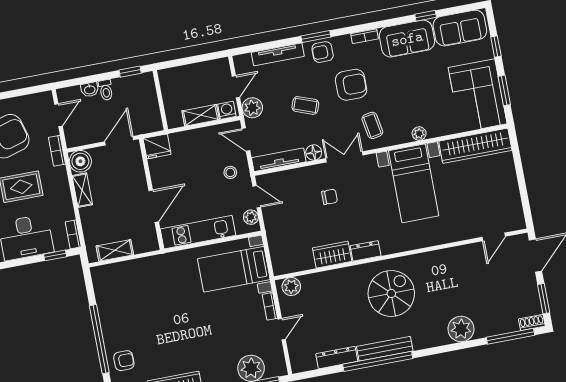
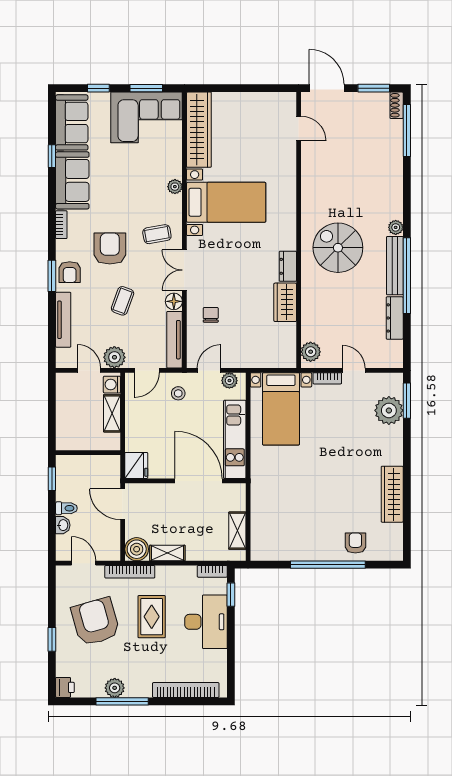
bookcase: (57, 151) -> (130, 572), width x1.56
chair: (330, 197) -> (211, 315), moved
door: (154, 206) -> (199, 481), width x1.36
plant: (461, 329) -> (396, 227), moved, width x0.53, depth x0.53

